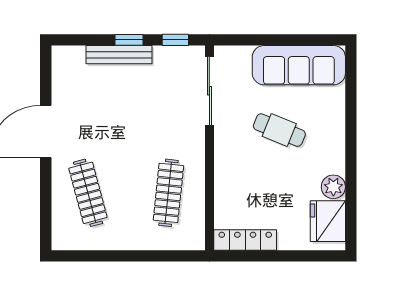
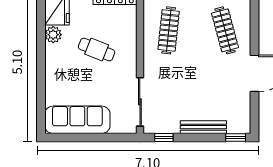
window: (129, 40) -> (236, 138), moved
cafe table: (279, 130) -> (97, 49), moved

